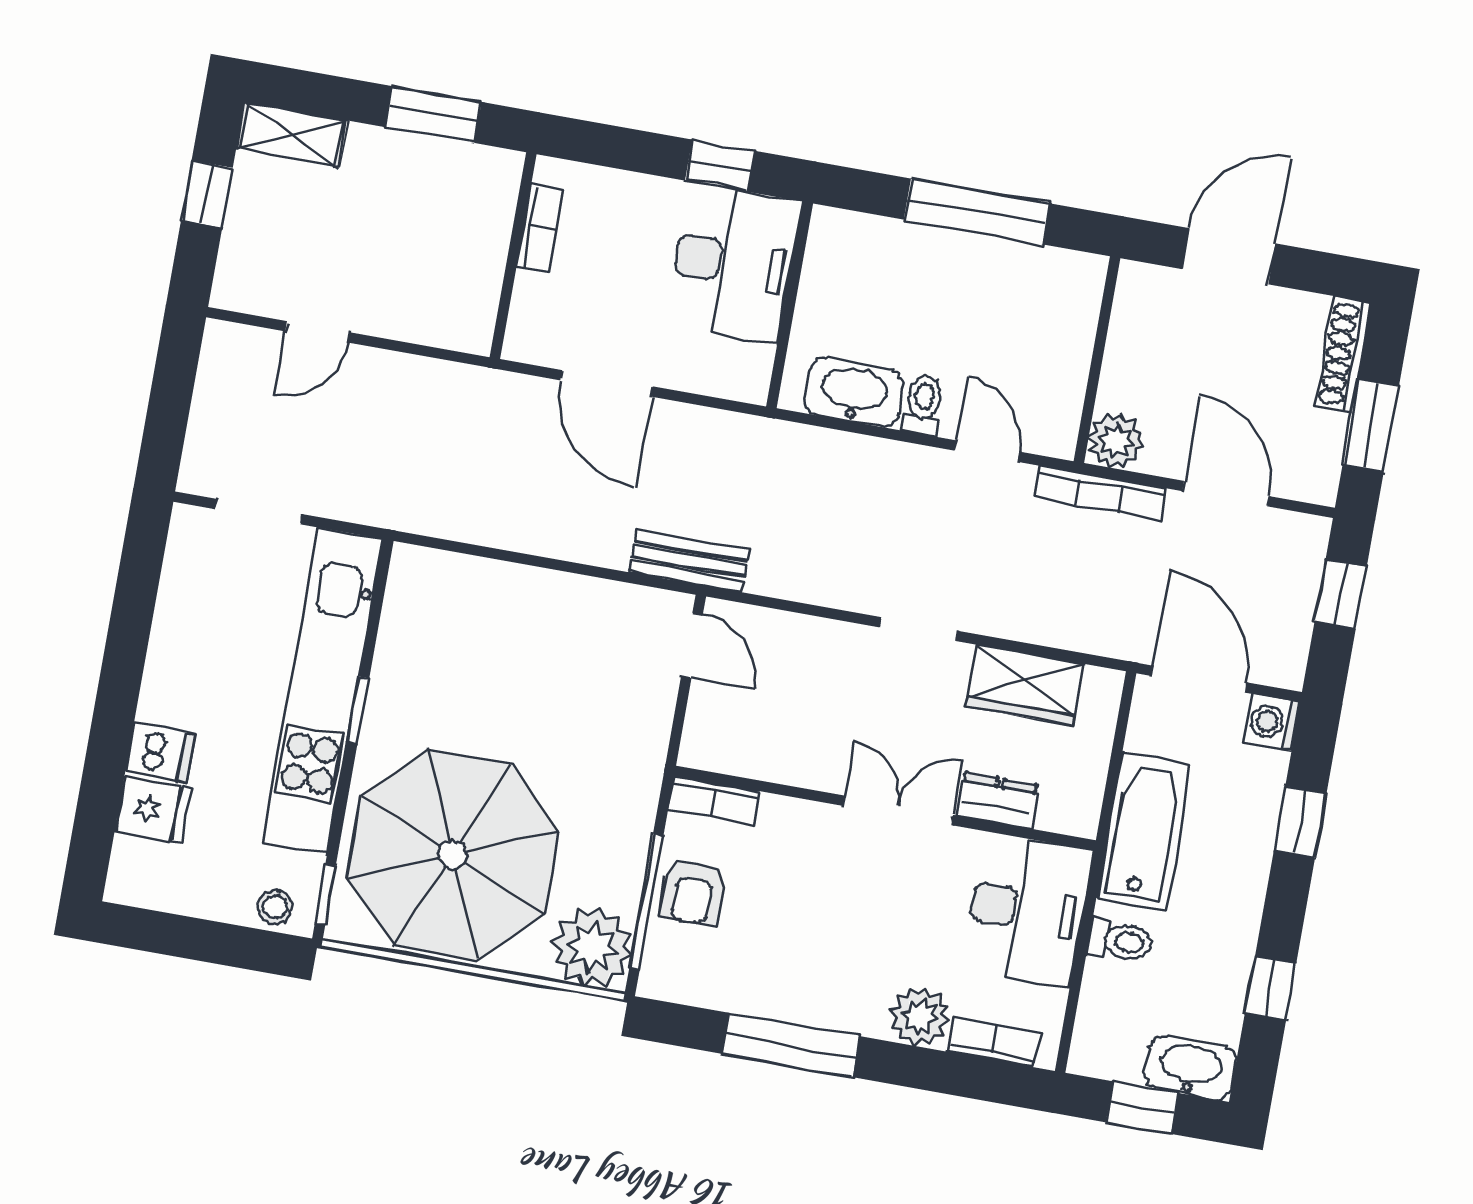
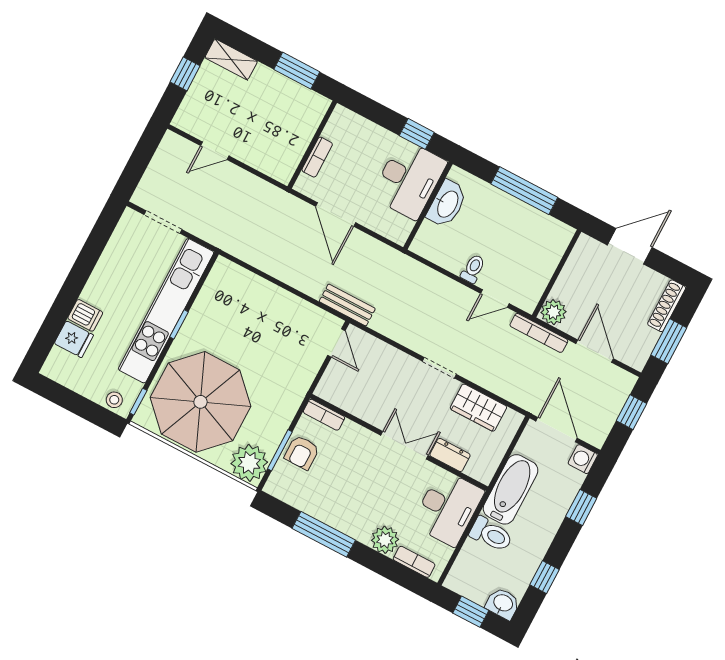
bookcase: (540, 228) -> (317, 157), moved
washbasin: (854, 392) -> (447, 204), moved, turned 90
door: (987, 451) -> (495, 298), swing flipped
window: (646, 902) -> (280, 450), width x0.69
toilet: (1120, 941) -> (491, 534), width x1.37, depth x1.39
washbasin: (1190, 1068) -> (503, 603), width x0.72

